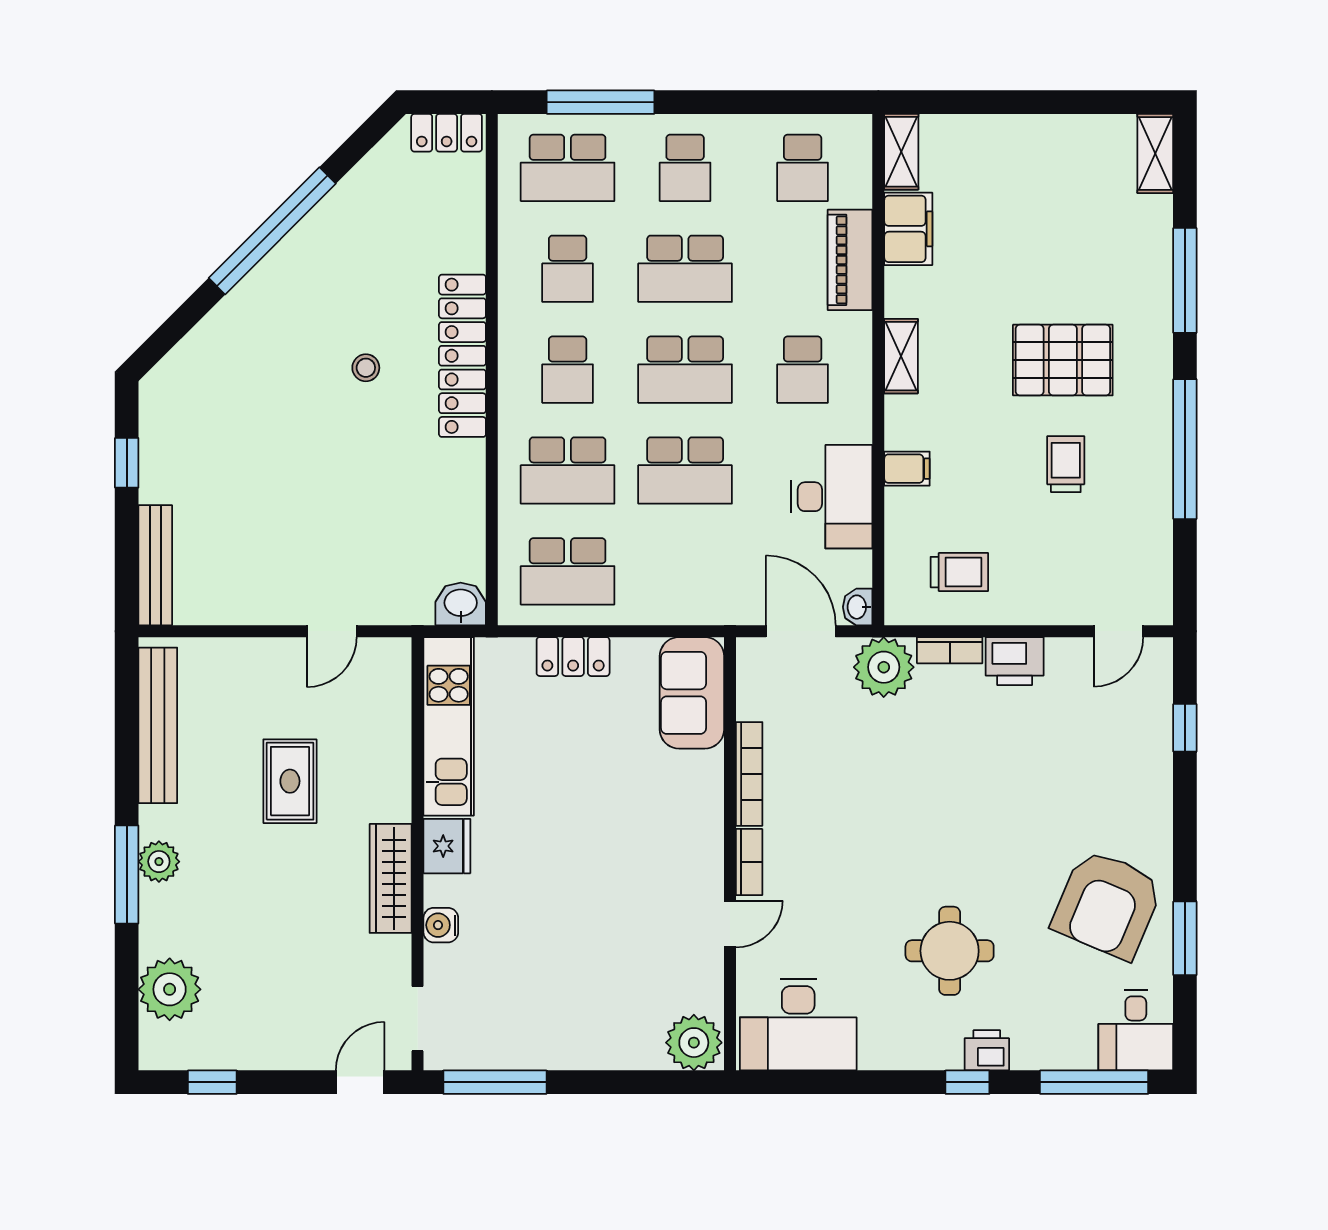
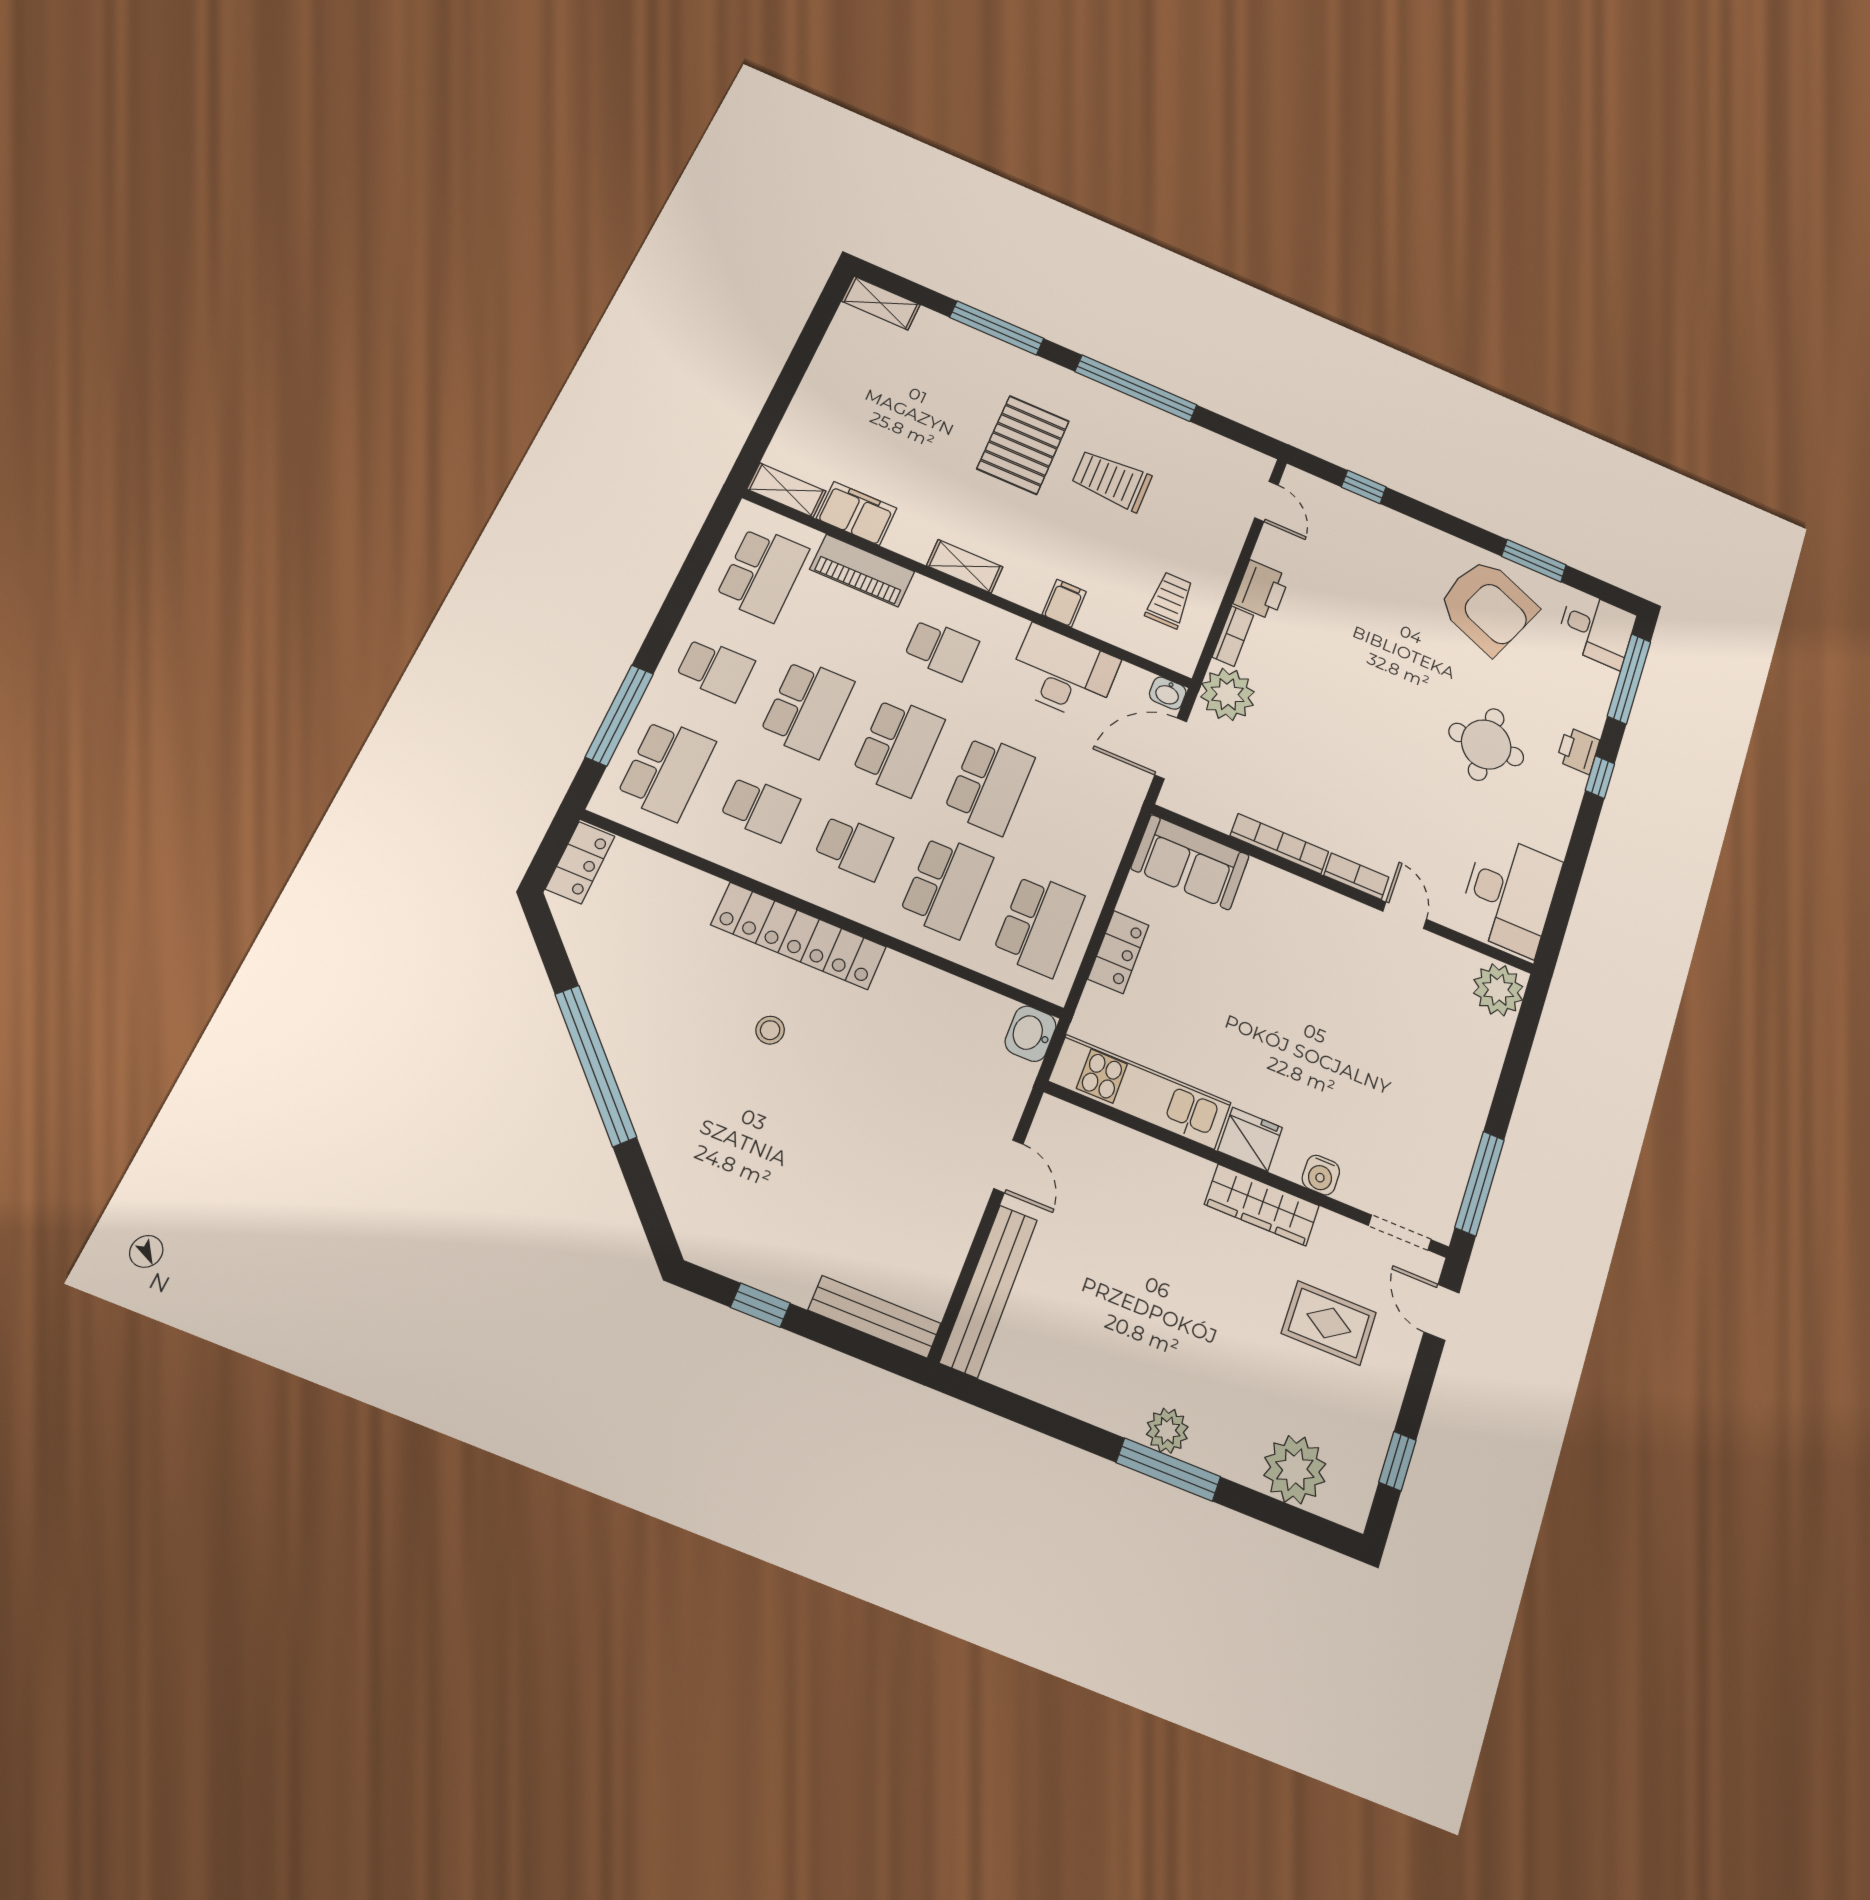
school desk: (803, 168) -> (763, 574), width x1.85
trolley: (1066, 464) -> (1112, 480), width x1.36, depth x1.39
bench: (158, 725) -> (989, 1291), moved, turned 90
rug: (290, 781) -> (1329, 1323), moved

